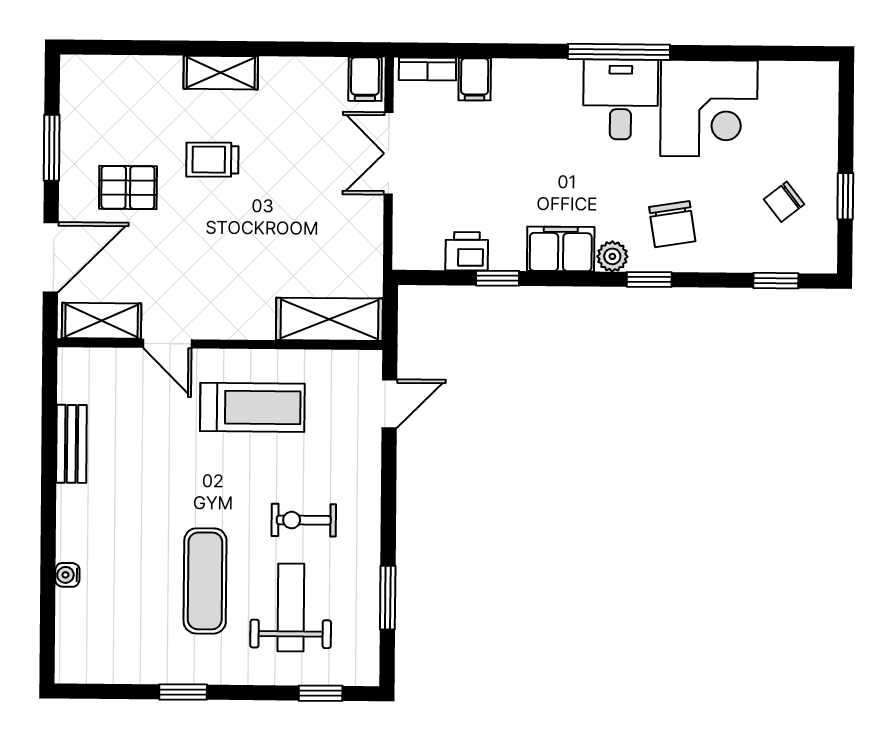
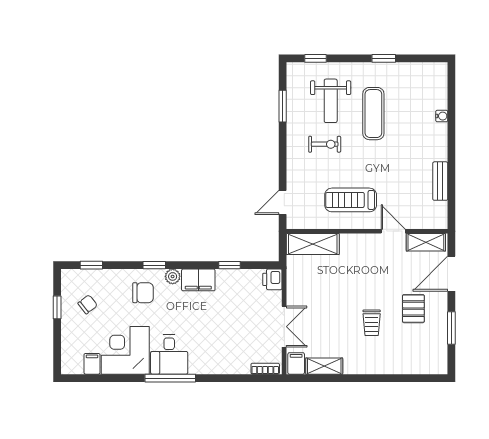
shelving: (221, 73) -> (324, 366), moved
filing cabinet: (475, 79) -> (92, 364), moved
trolley: (212, 160) -> (372, 323), turned 90
pallet: (128, 187) -> (413, 309), turned 90
chair: (672, 224) -> (143, 293), turned 99
printer: (467, 251) -> (272, 279), moved, turned 90

